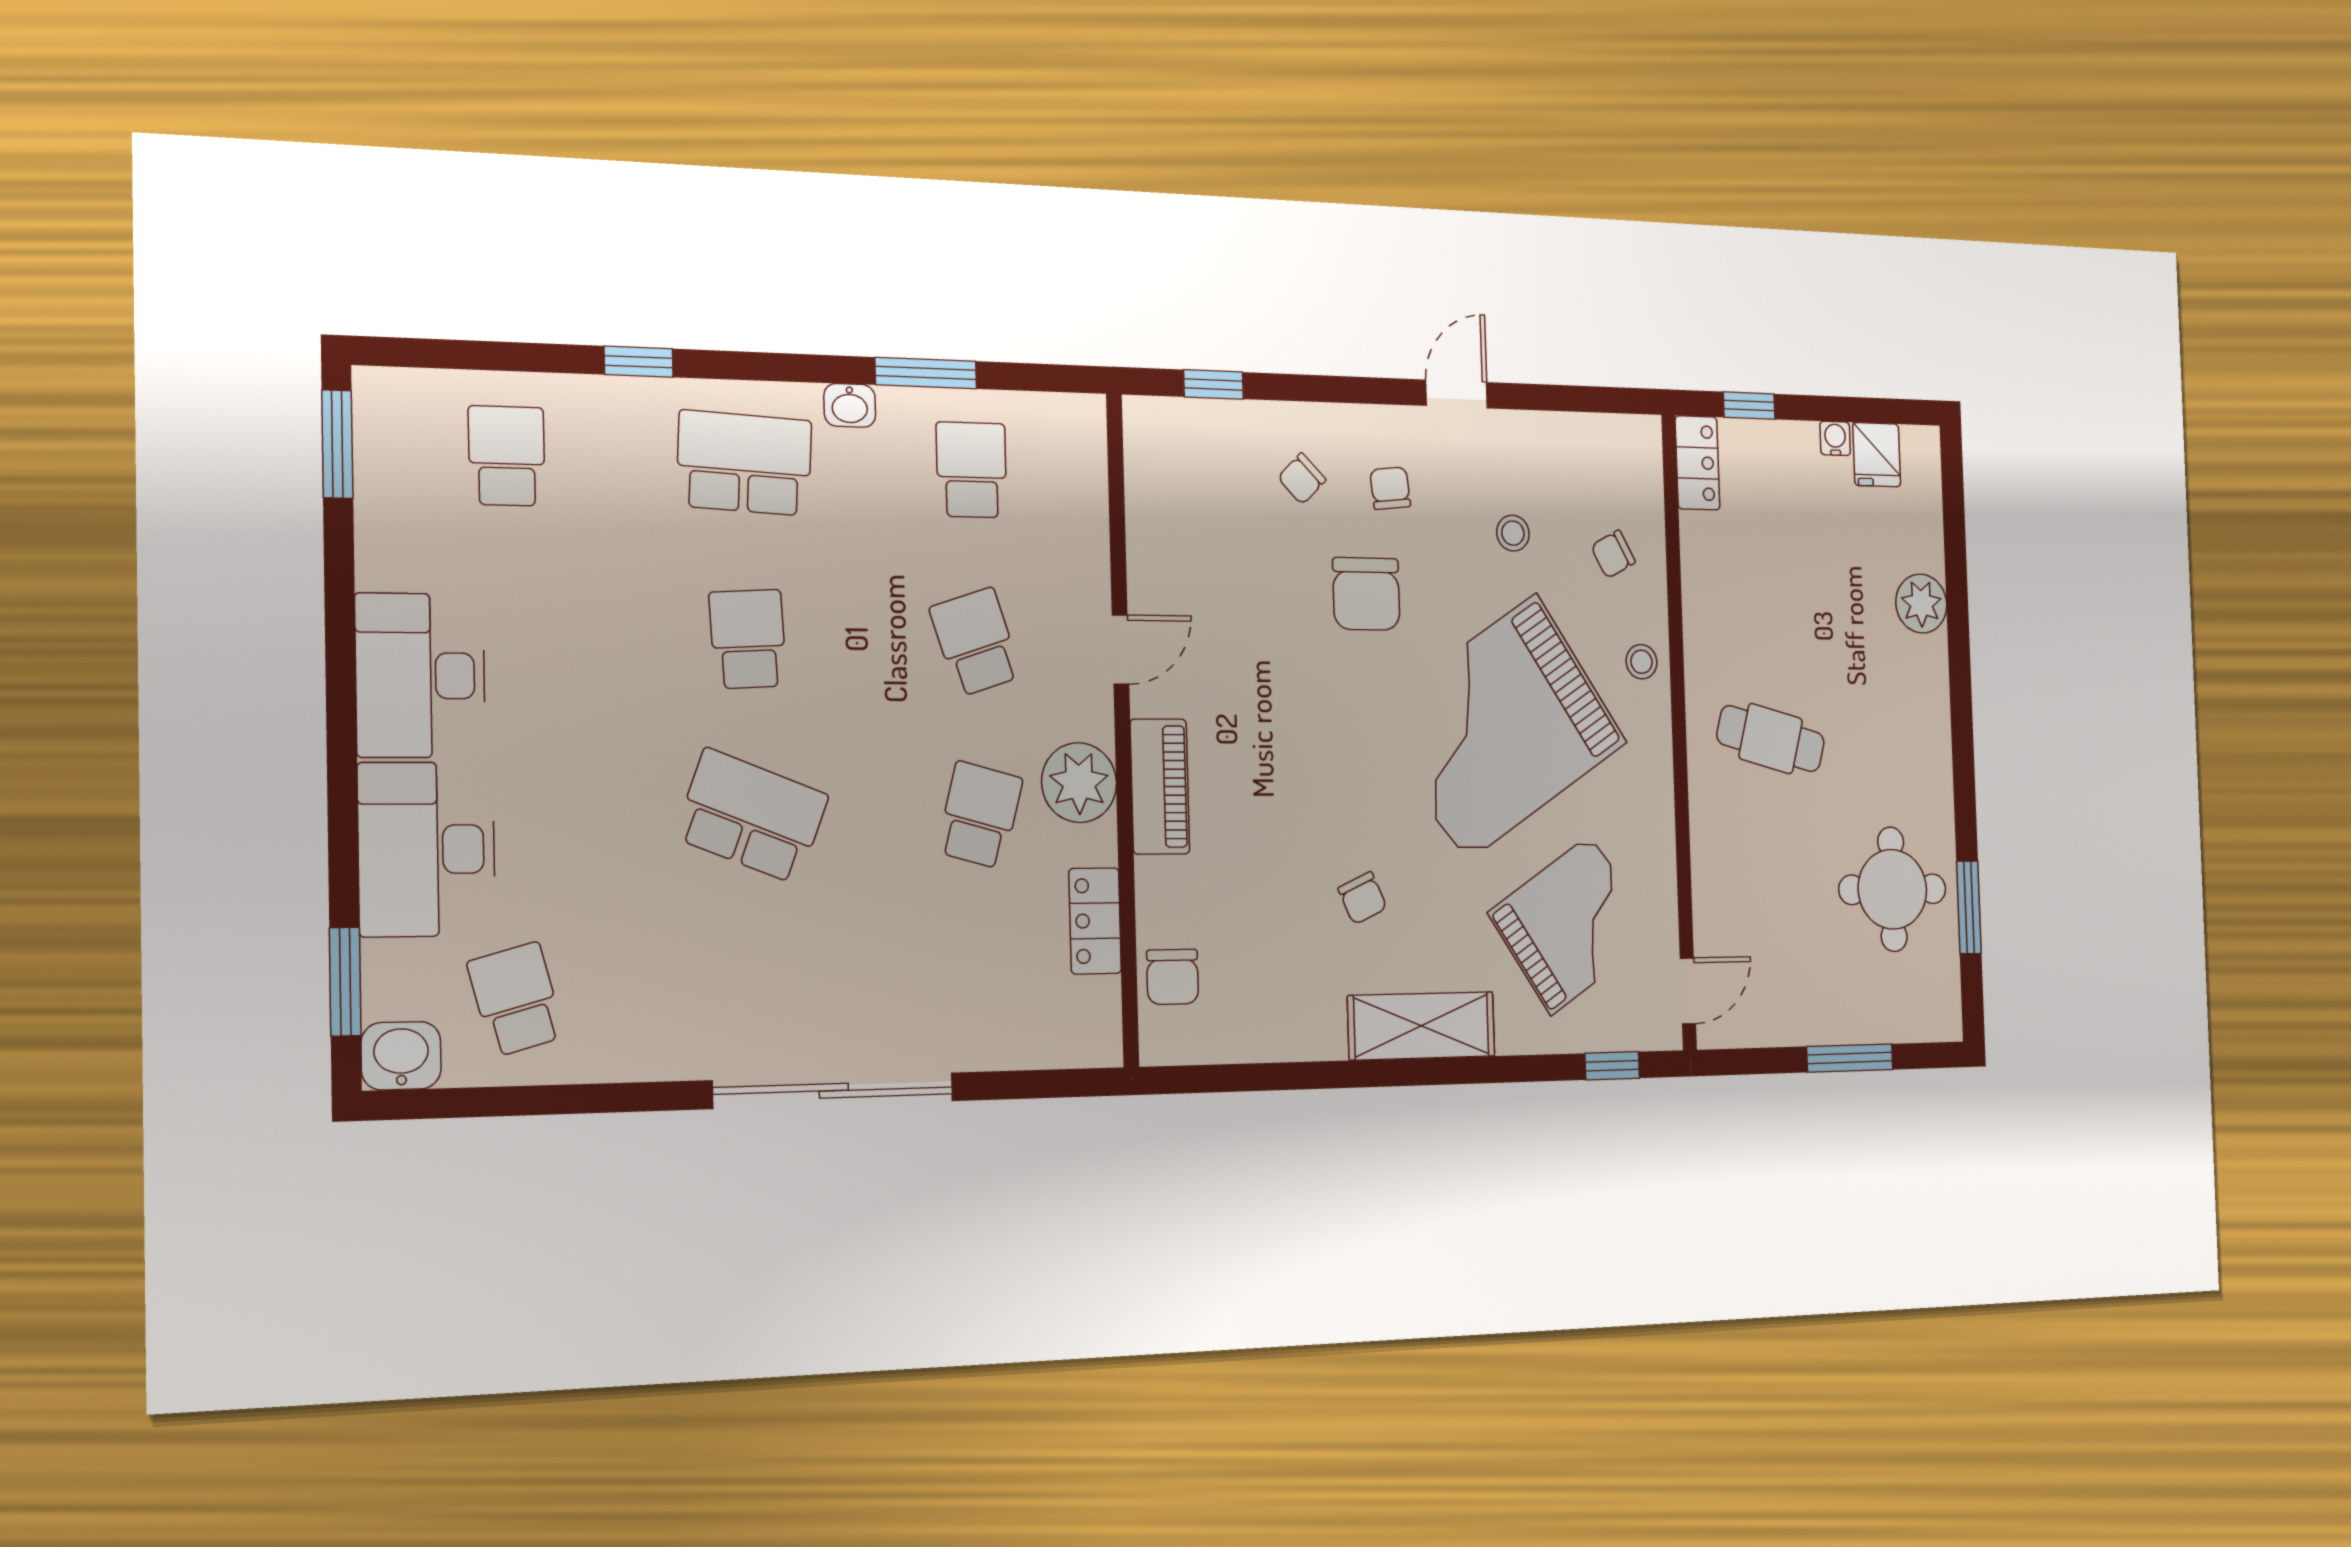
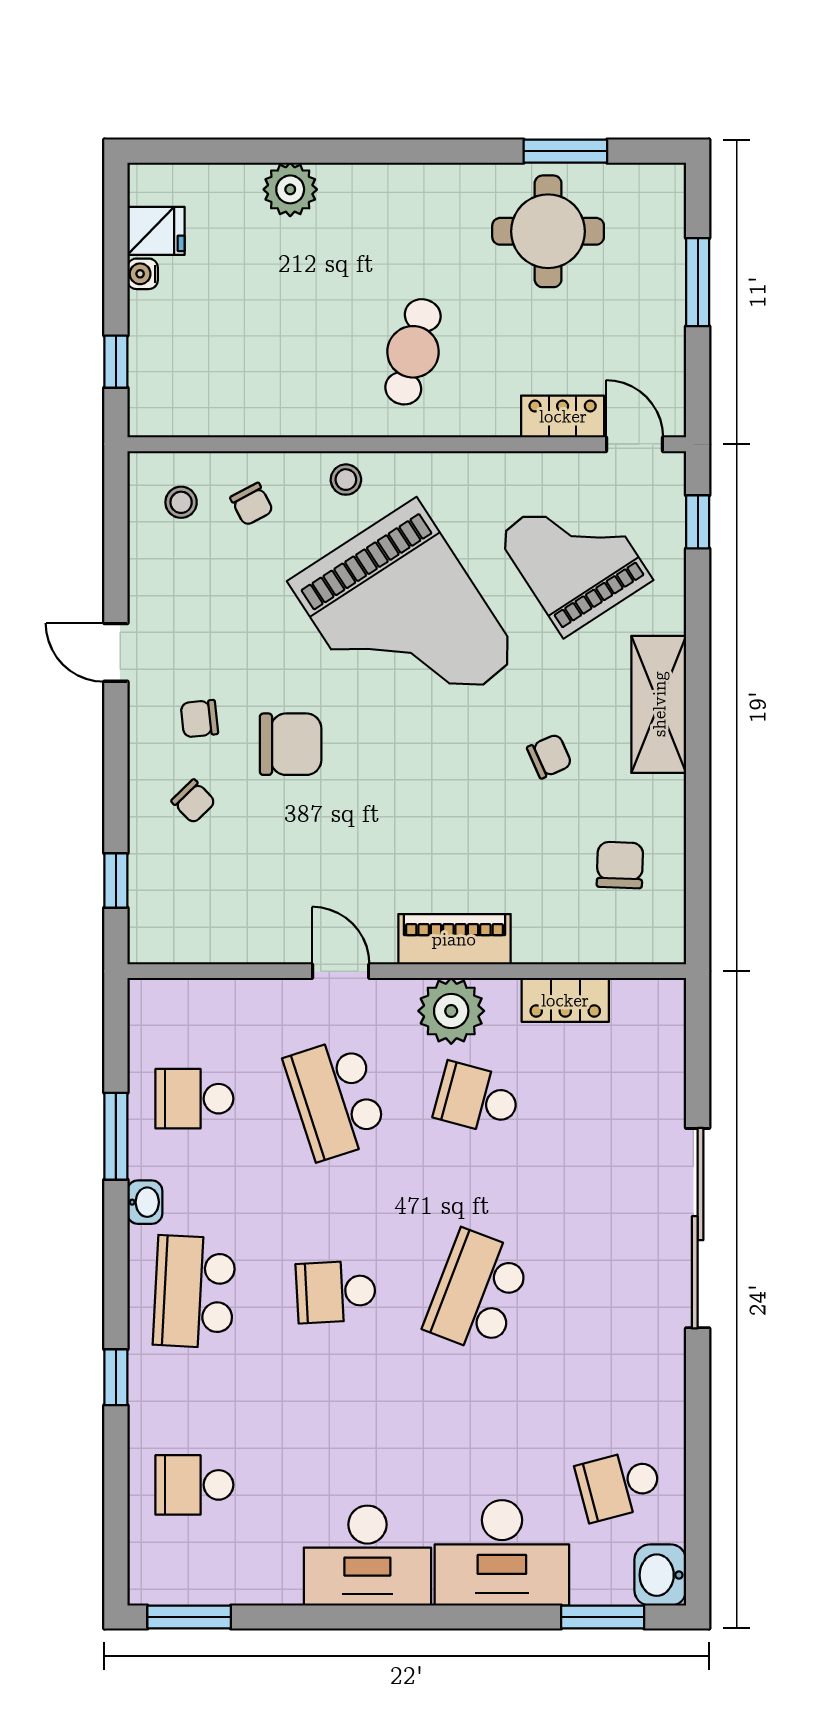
locker: (1697, 463) -> (563, 416), moved
stool: (1513, 533) -> (181, 502), moved
school desk: (976, 642) -> (336, 1099), width x1.85
chair: (1173, 977) -> (620, 865), moved, turned -88

